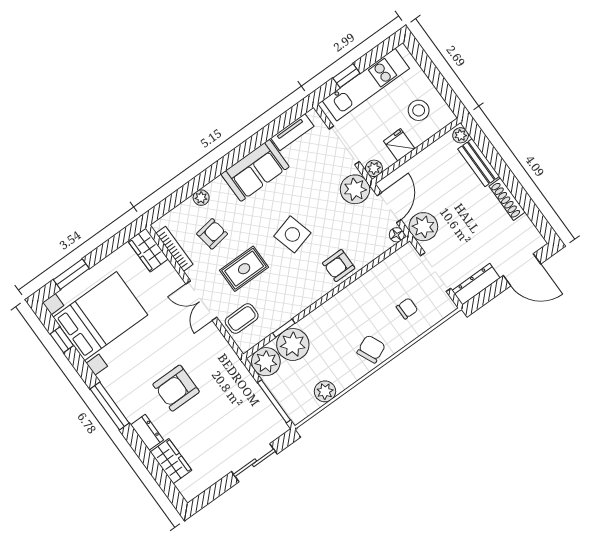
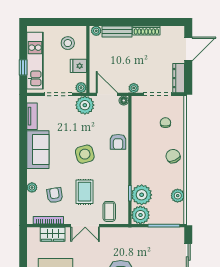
plant: (423, 227) -> (134, 88), width x0.53, depth x0.53
wardrobe: (148, 250) -> (53, 234), moved

